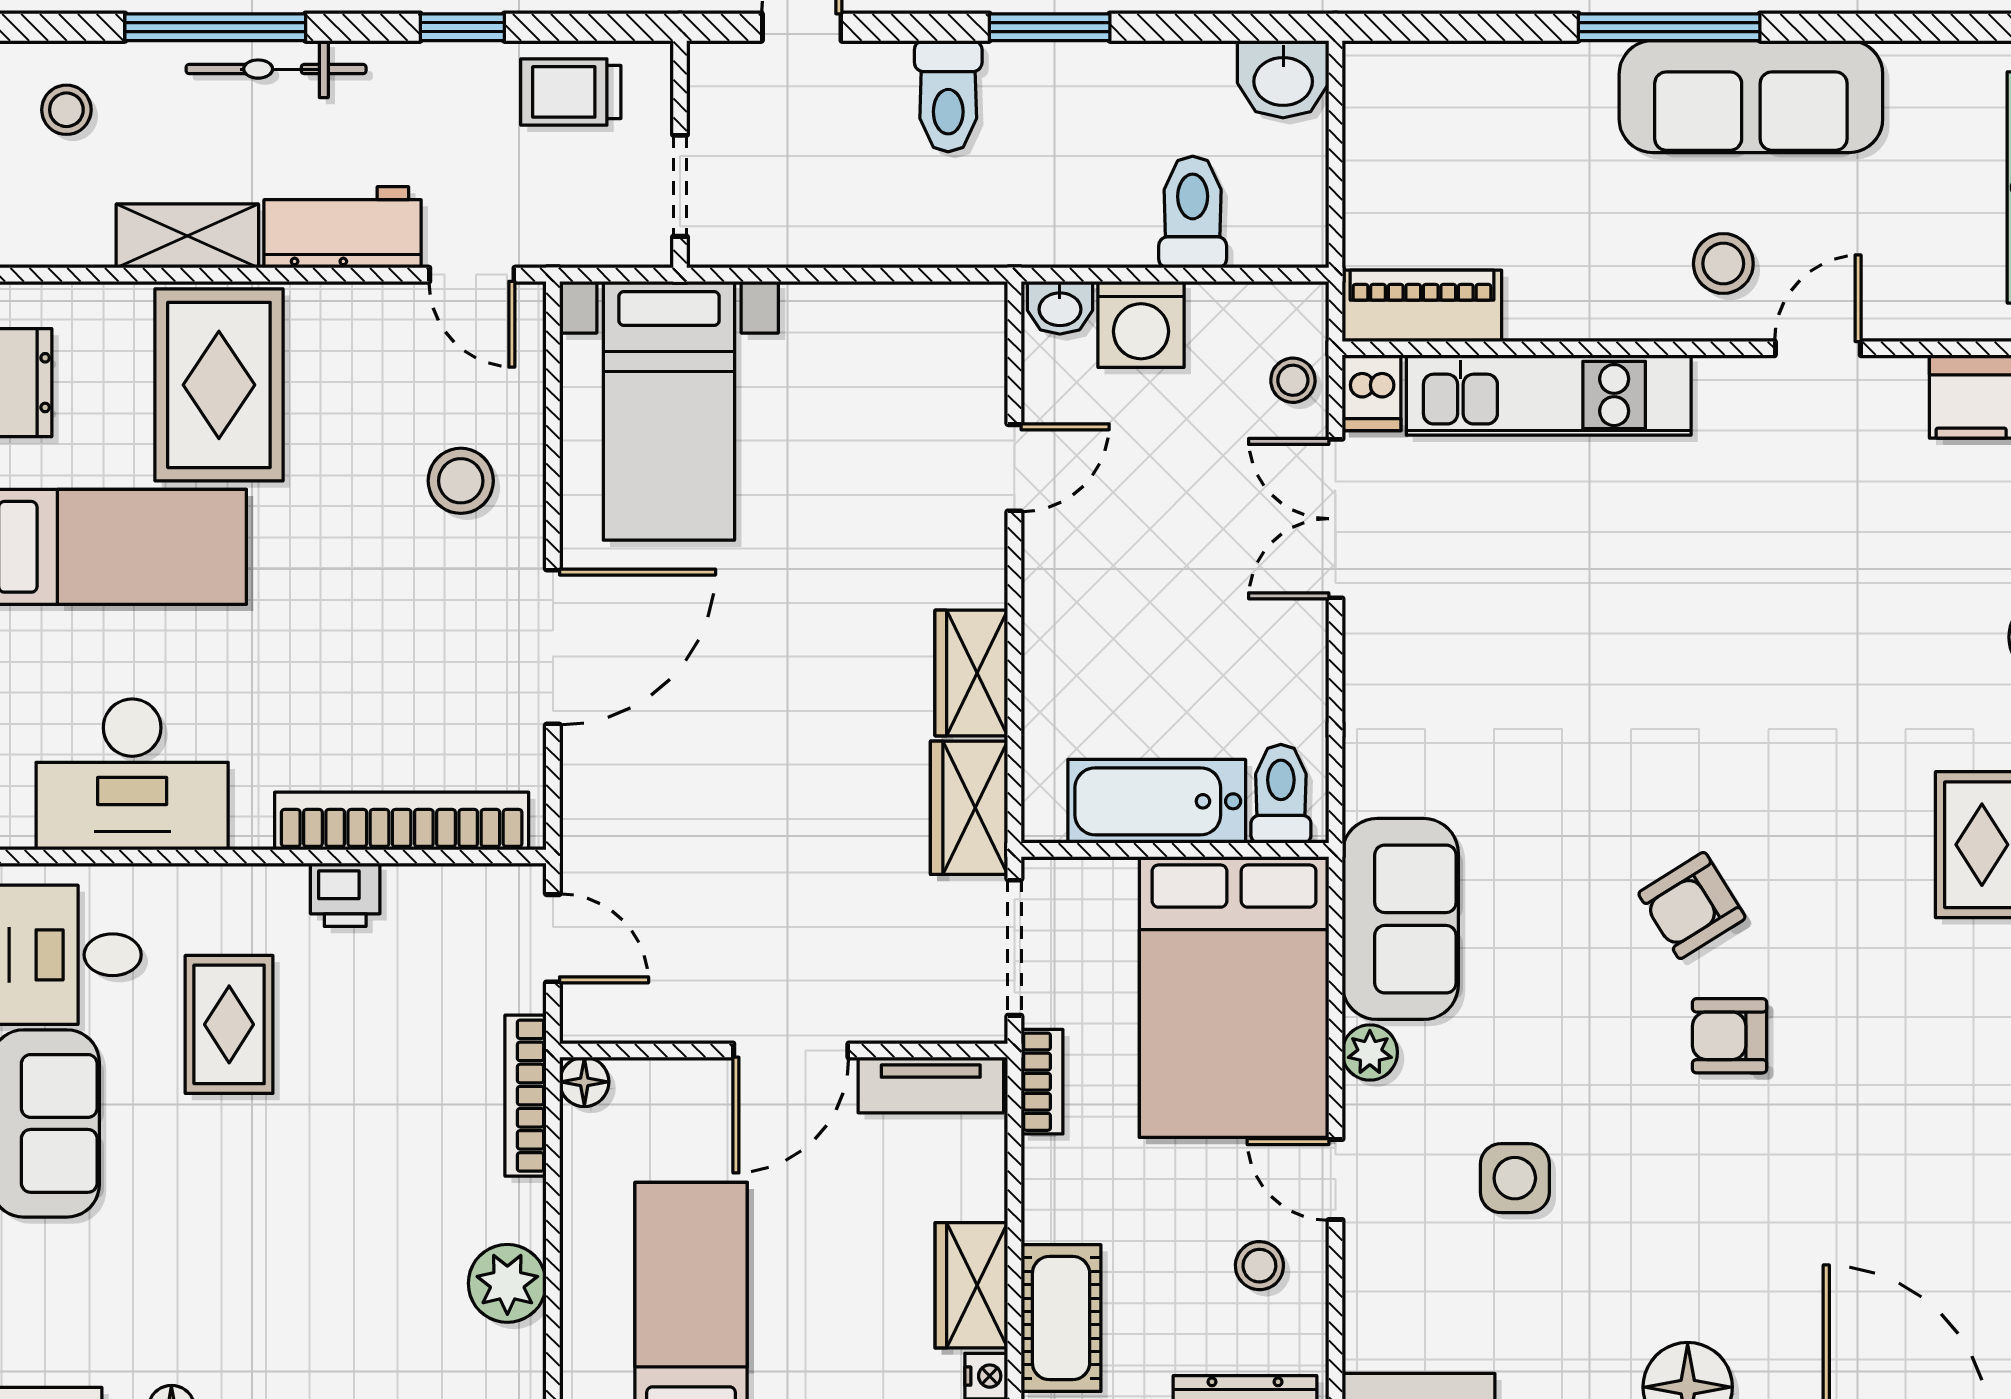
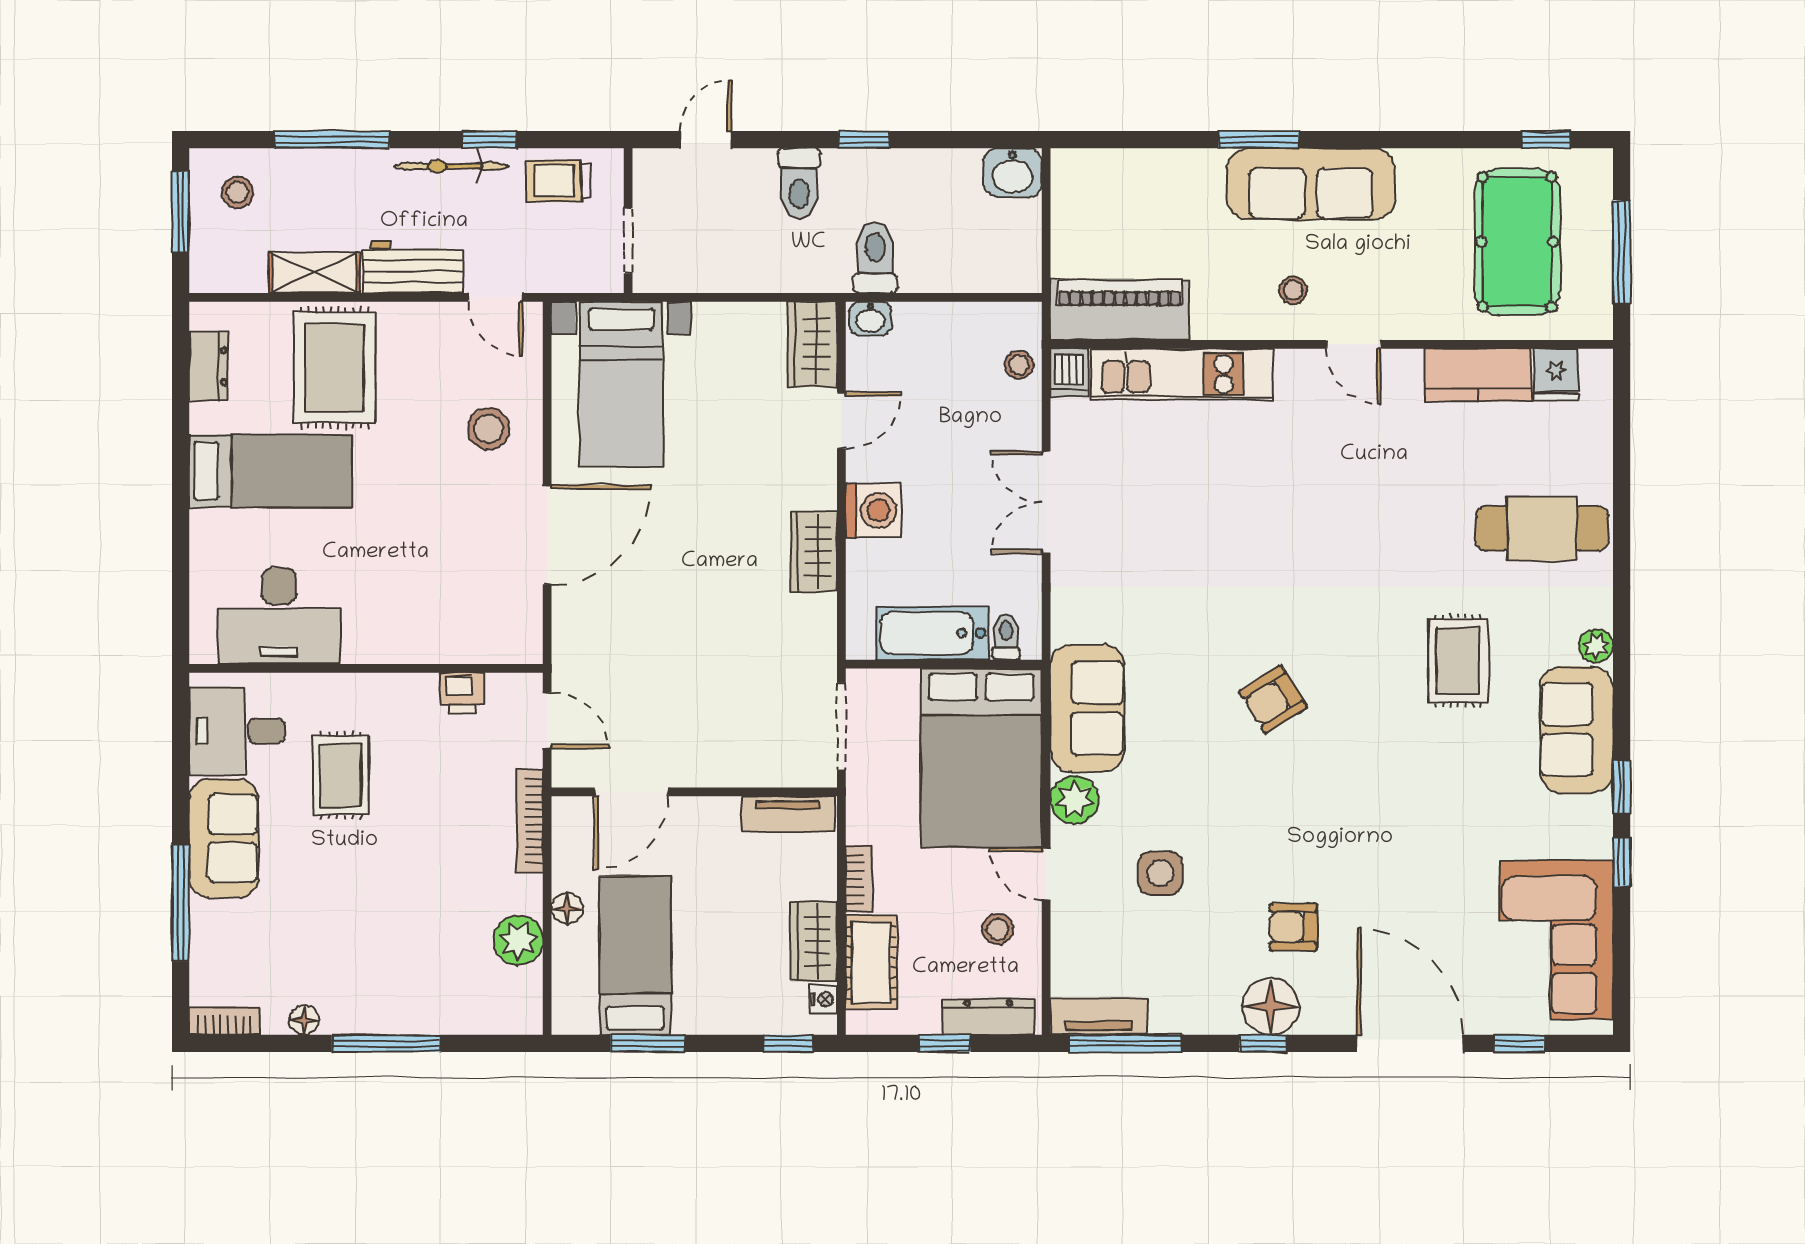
window: (1050, 27) -> (864, 140), width x0.67
window: (1669, 27) -> (1259, 140), width x0.69
bicycle: (276, 69) -> (451, 166), moved
toilet: (1193, 212) -> (875, 258), moved
stool: (1723, 264) -> (1293, 290), width x0.73, depth x0.73
piano: (1422, 306) -> (1120, 310), width x1.37, depth x1.33
washing machine: (1141, 324) -> (873, 511), moved, turned -90
door: (1818, 348) -> (1353, 344), swing flipped
double door: (1335, 519) -> (1046, 502), moved
toilet: (1281, 794) -> (1006, 637), width x0.73, depth x0.72
wardrobe: (969, 808) -> (812, 344), moved
bookcase: (402, 821) -> (451, 646), removed
printer: (345, 895) -> (462, 693), moved
armchair: (1730, 1036) -> (1293, 927), moved
door: (791, 1051) -> (631, 792), moved
plant: (1370, 1052) -> (1075, 800), width x1.38, depth x1.38
floor lamp: (584, 1082) -> (567, 908), moved
bookcase: (1042, 1082) -> (859, 879), moved

